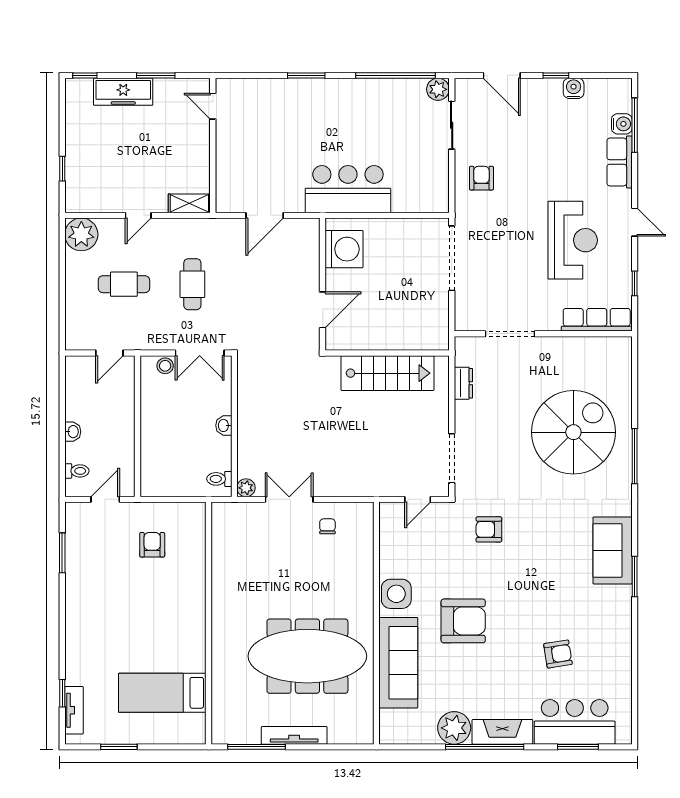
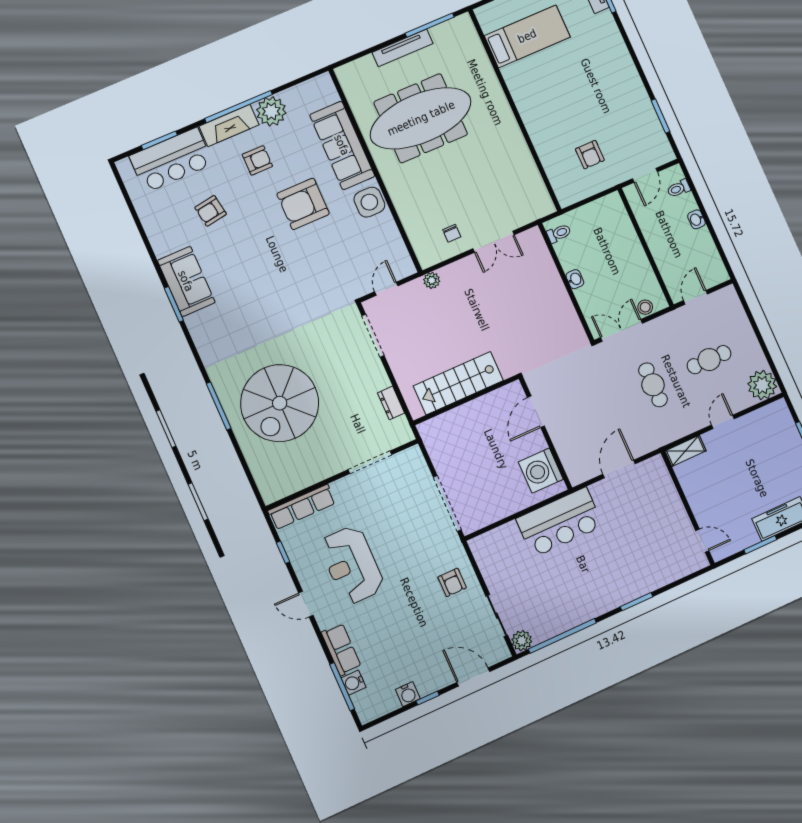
plant: (246, 488) -> (432, 280), moved
armchair: (489, 529) -> (257, 160), moved
sofa: (613, 550) -> (186, 281), moved

